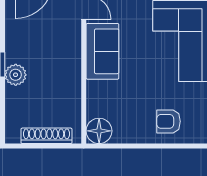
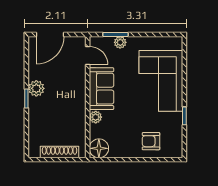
plant: (16, 75) -> (36, 88), moved
plant: (95, 89) -> (96, 117), added

